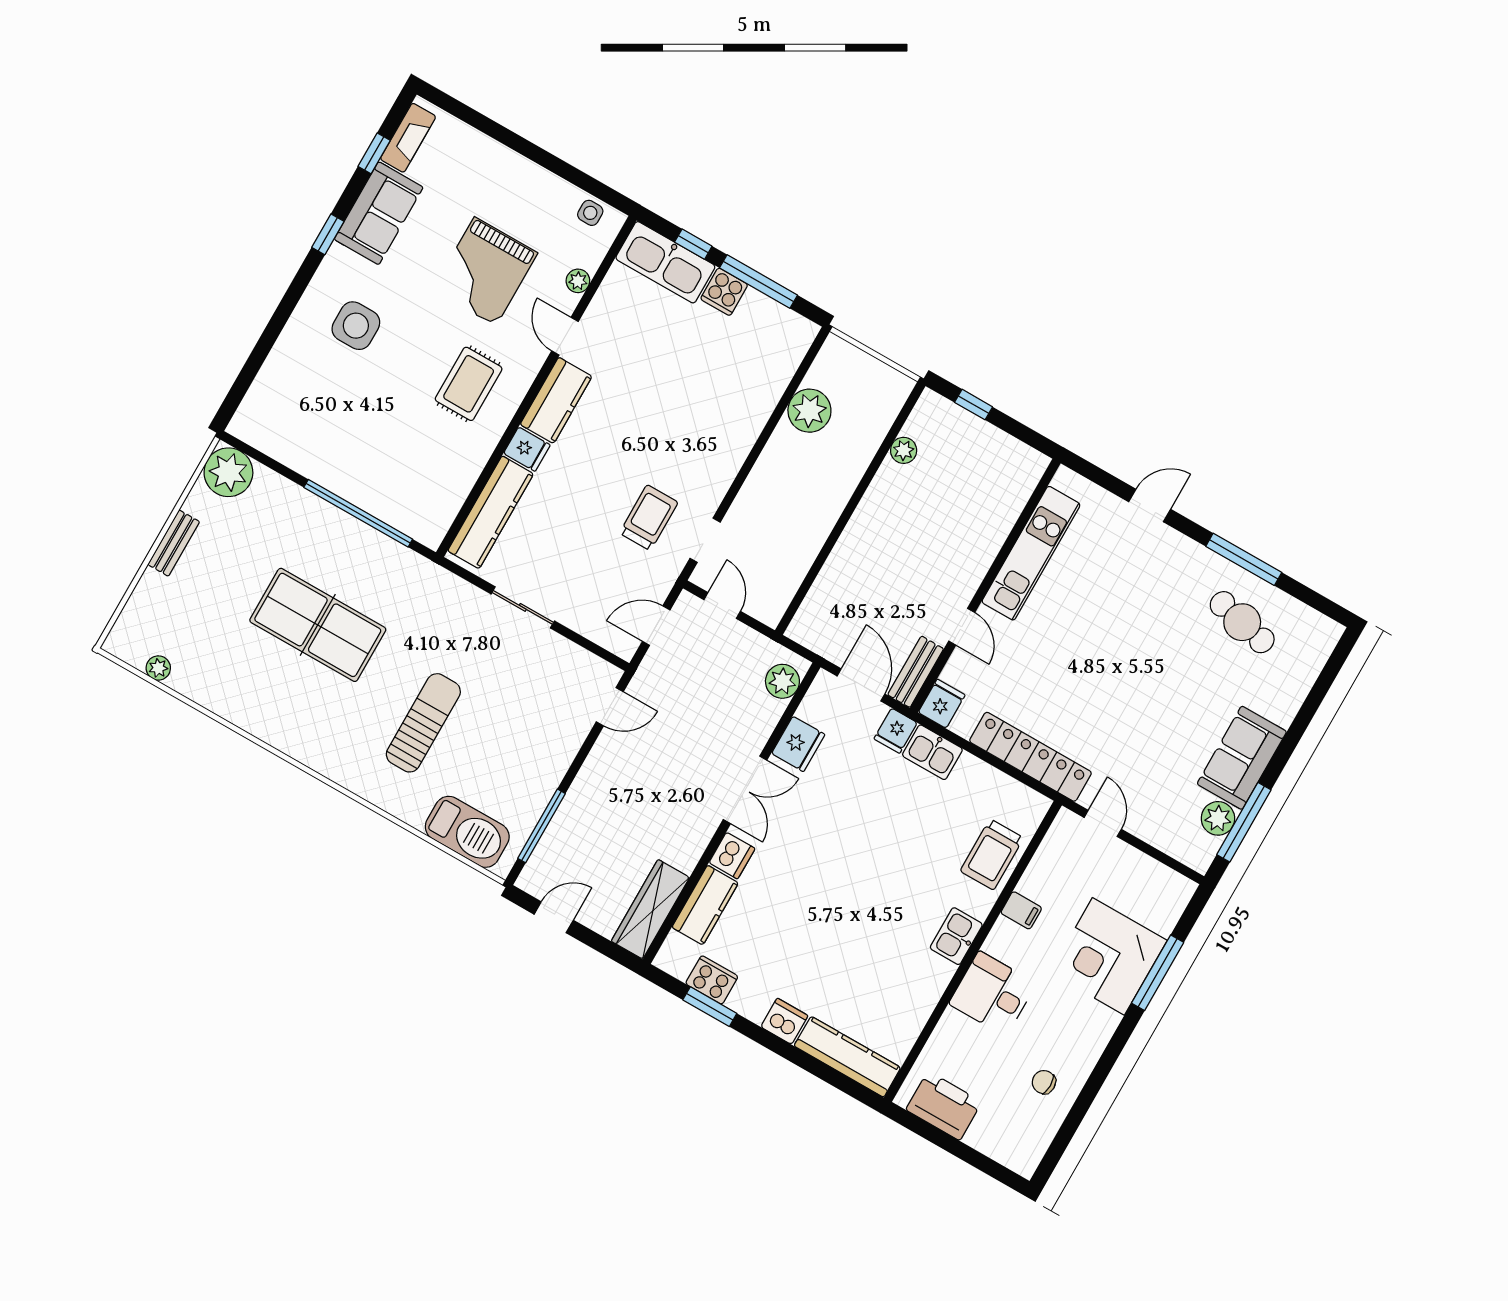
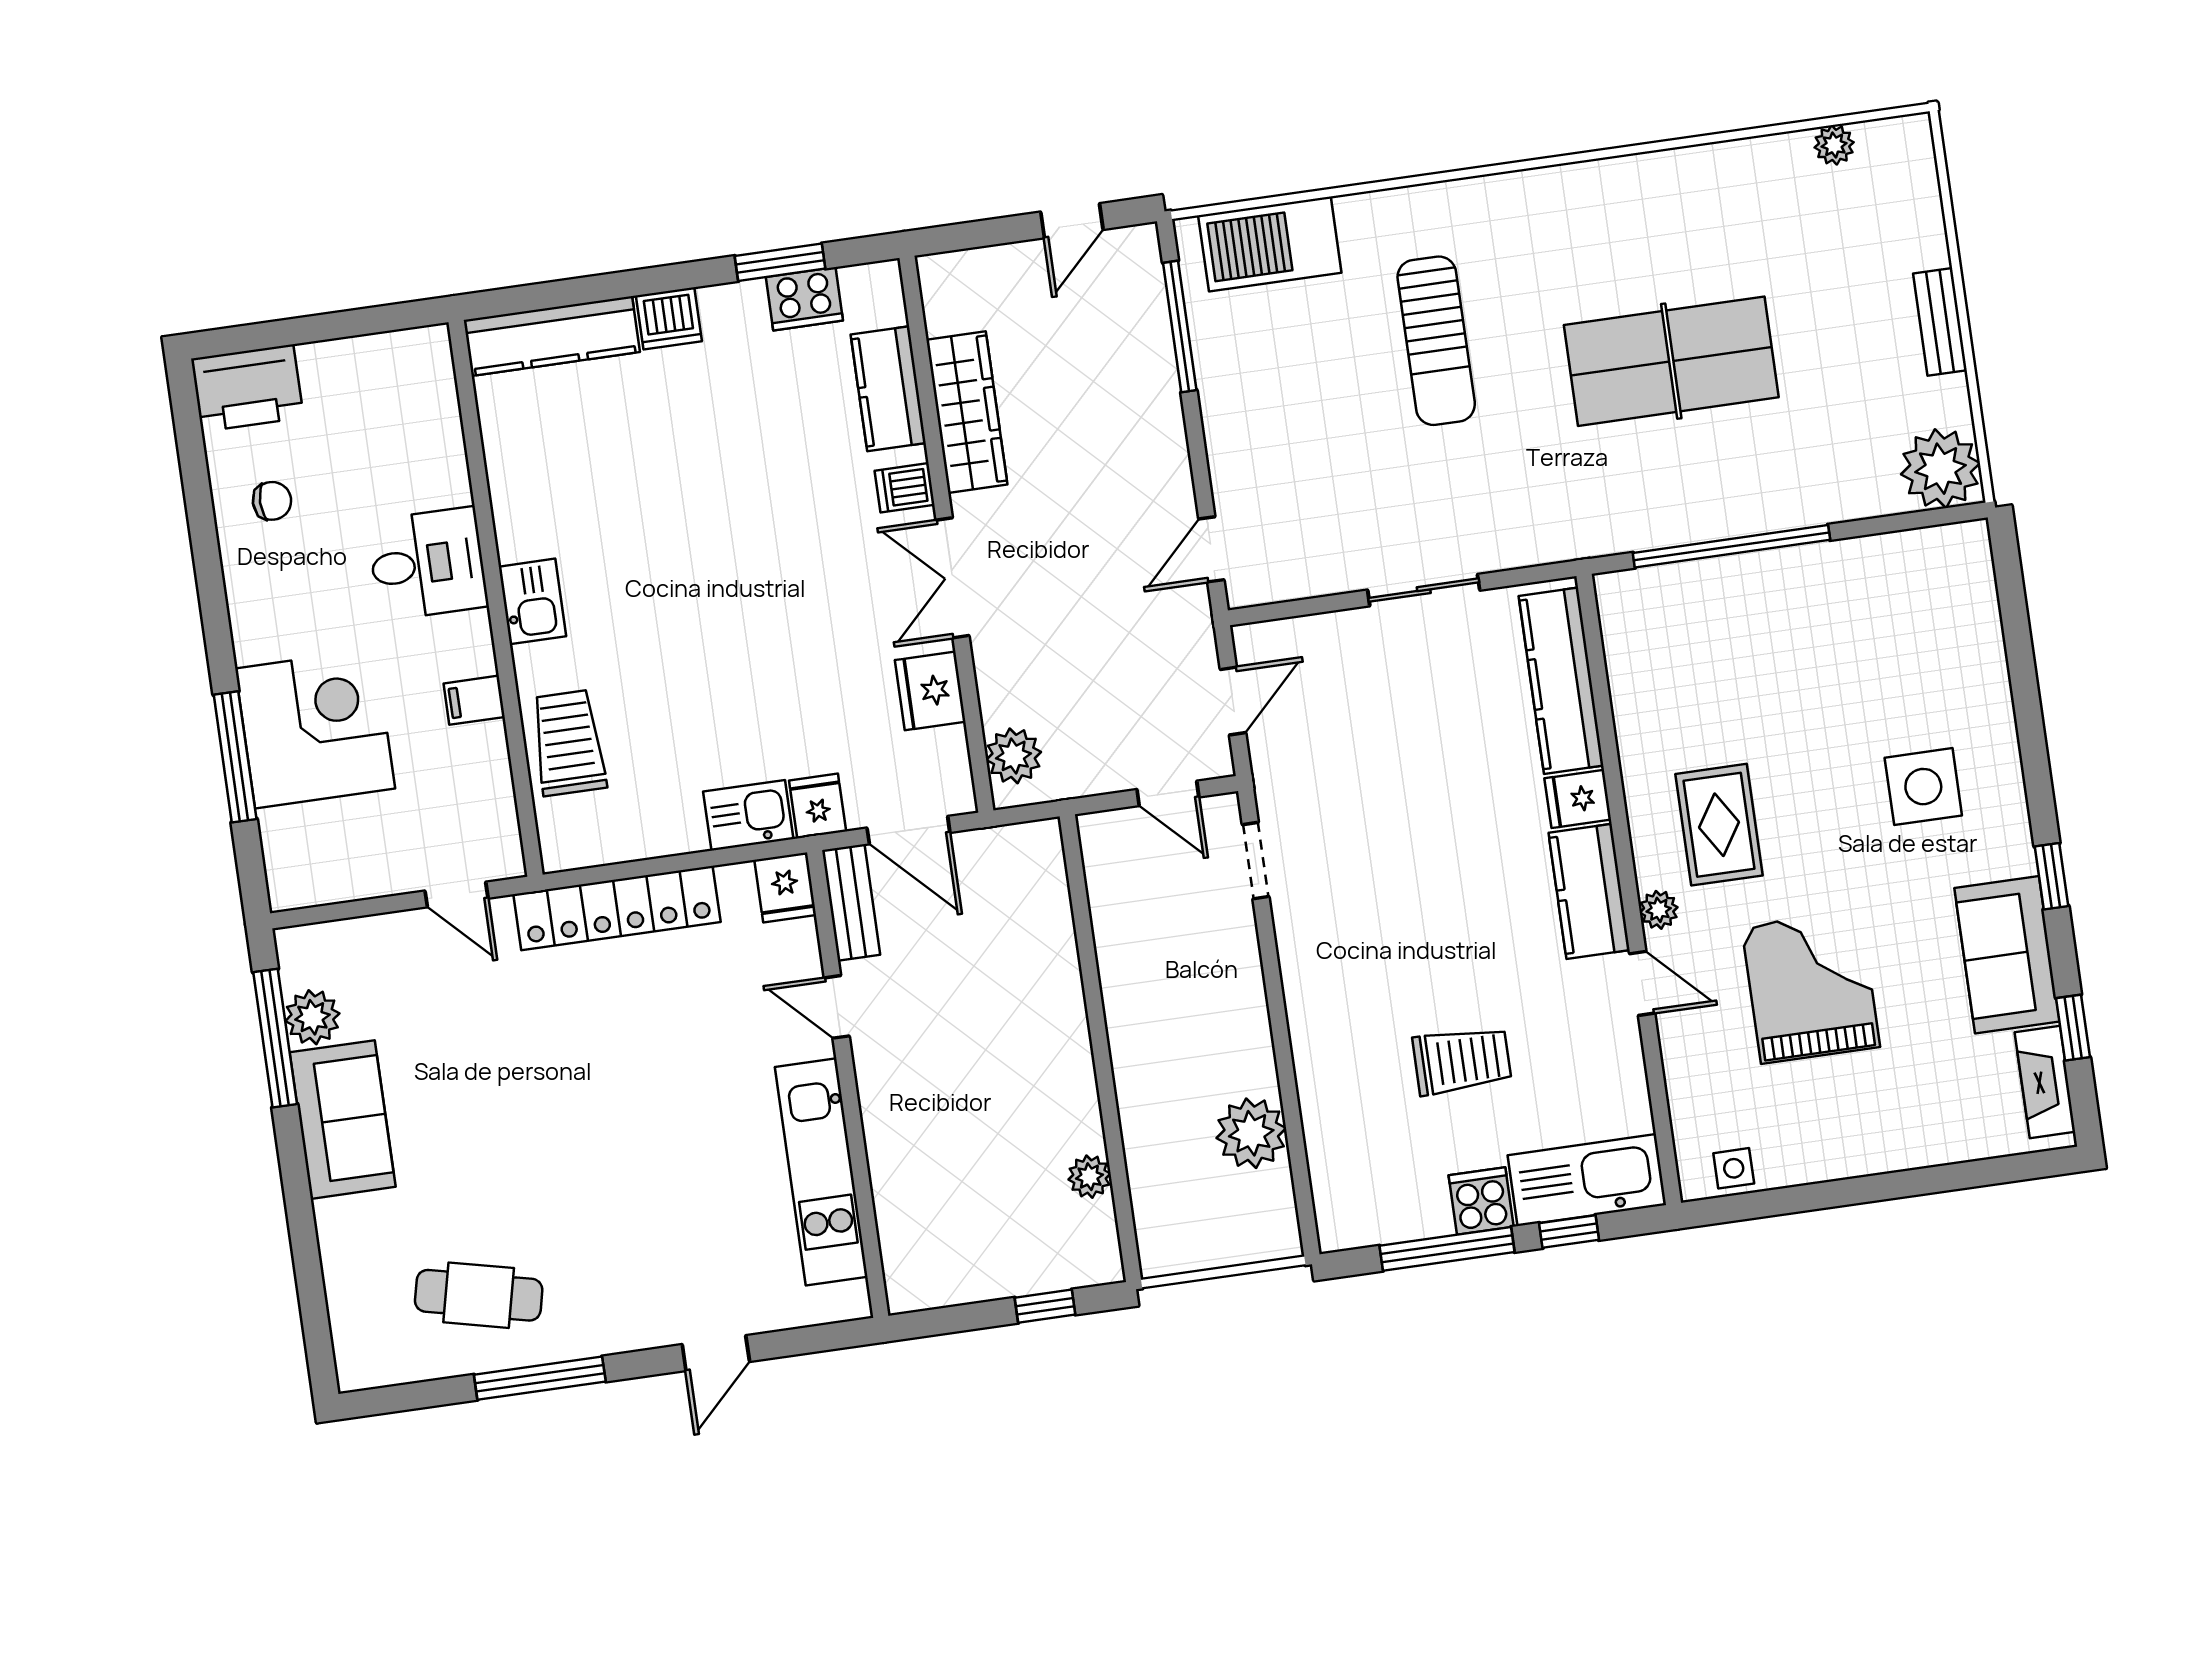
plant: (578, 281) -> (1659, 910), moved
trolley: (649, 518) -> (1462, 1060), moved, turned -90
dishwasher: (732, 856) -> (905, 488), width x0.73
wardrobe: (650, 909) -> (967, 412), moved
printer: (944, 1106) -> (247, 388), moved

